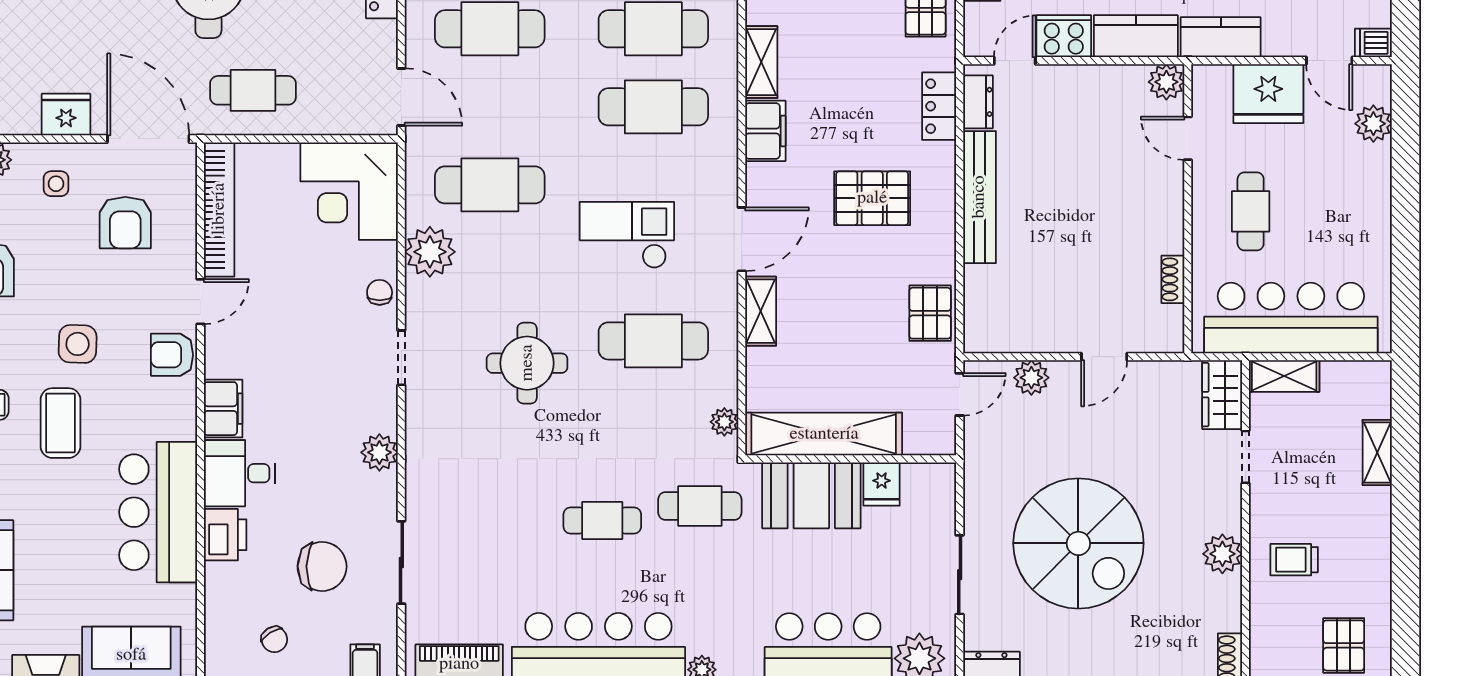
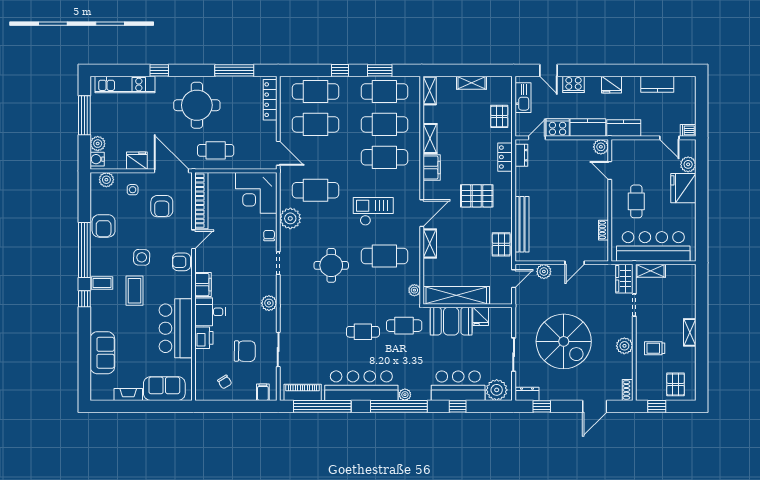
fridge: (1268, 94) -> (683, 188), moved, turned 90
bench: (979, 197) -> (522, 224), moved
shelving: (1377, 452) -> (690, 332), moved

